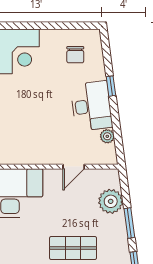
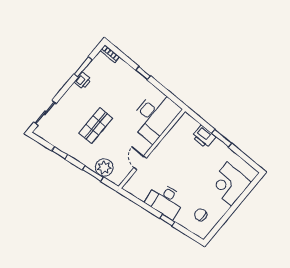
plant: (107, 136) -> (141, 195), removed
window: (129, 223) -> (93, 174), moved

